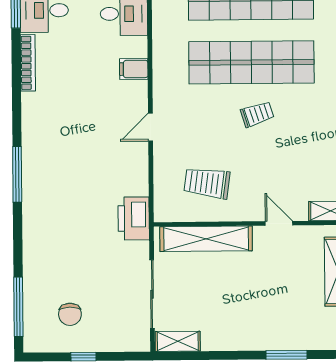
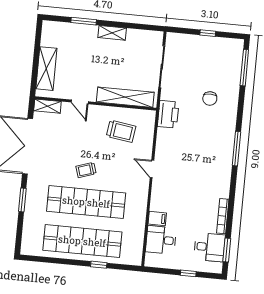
filing cabinet: (134, 69) -> (157, 219), moved
door: (151, 127) -> (152, 169), swing flipped
chair: (70, 314) -> (210, 99), moved, turned 180
shelving: (178, 341) -> (112, 33), moved

